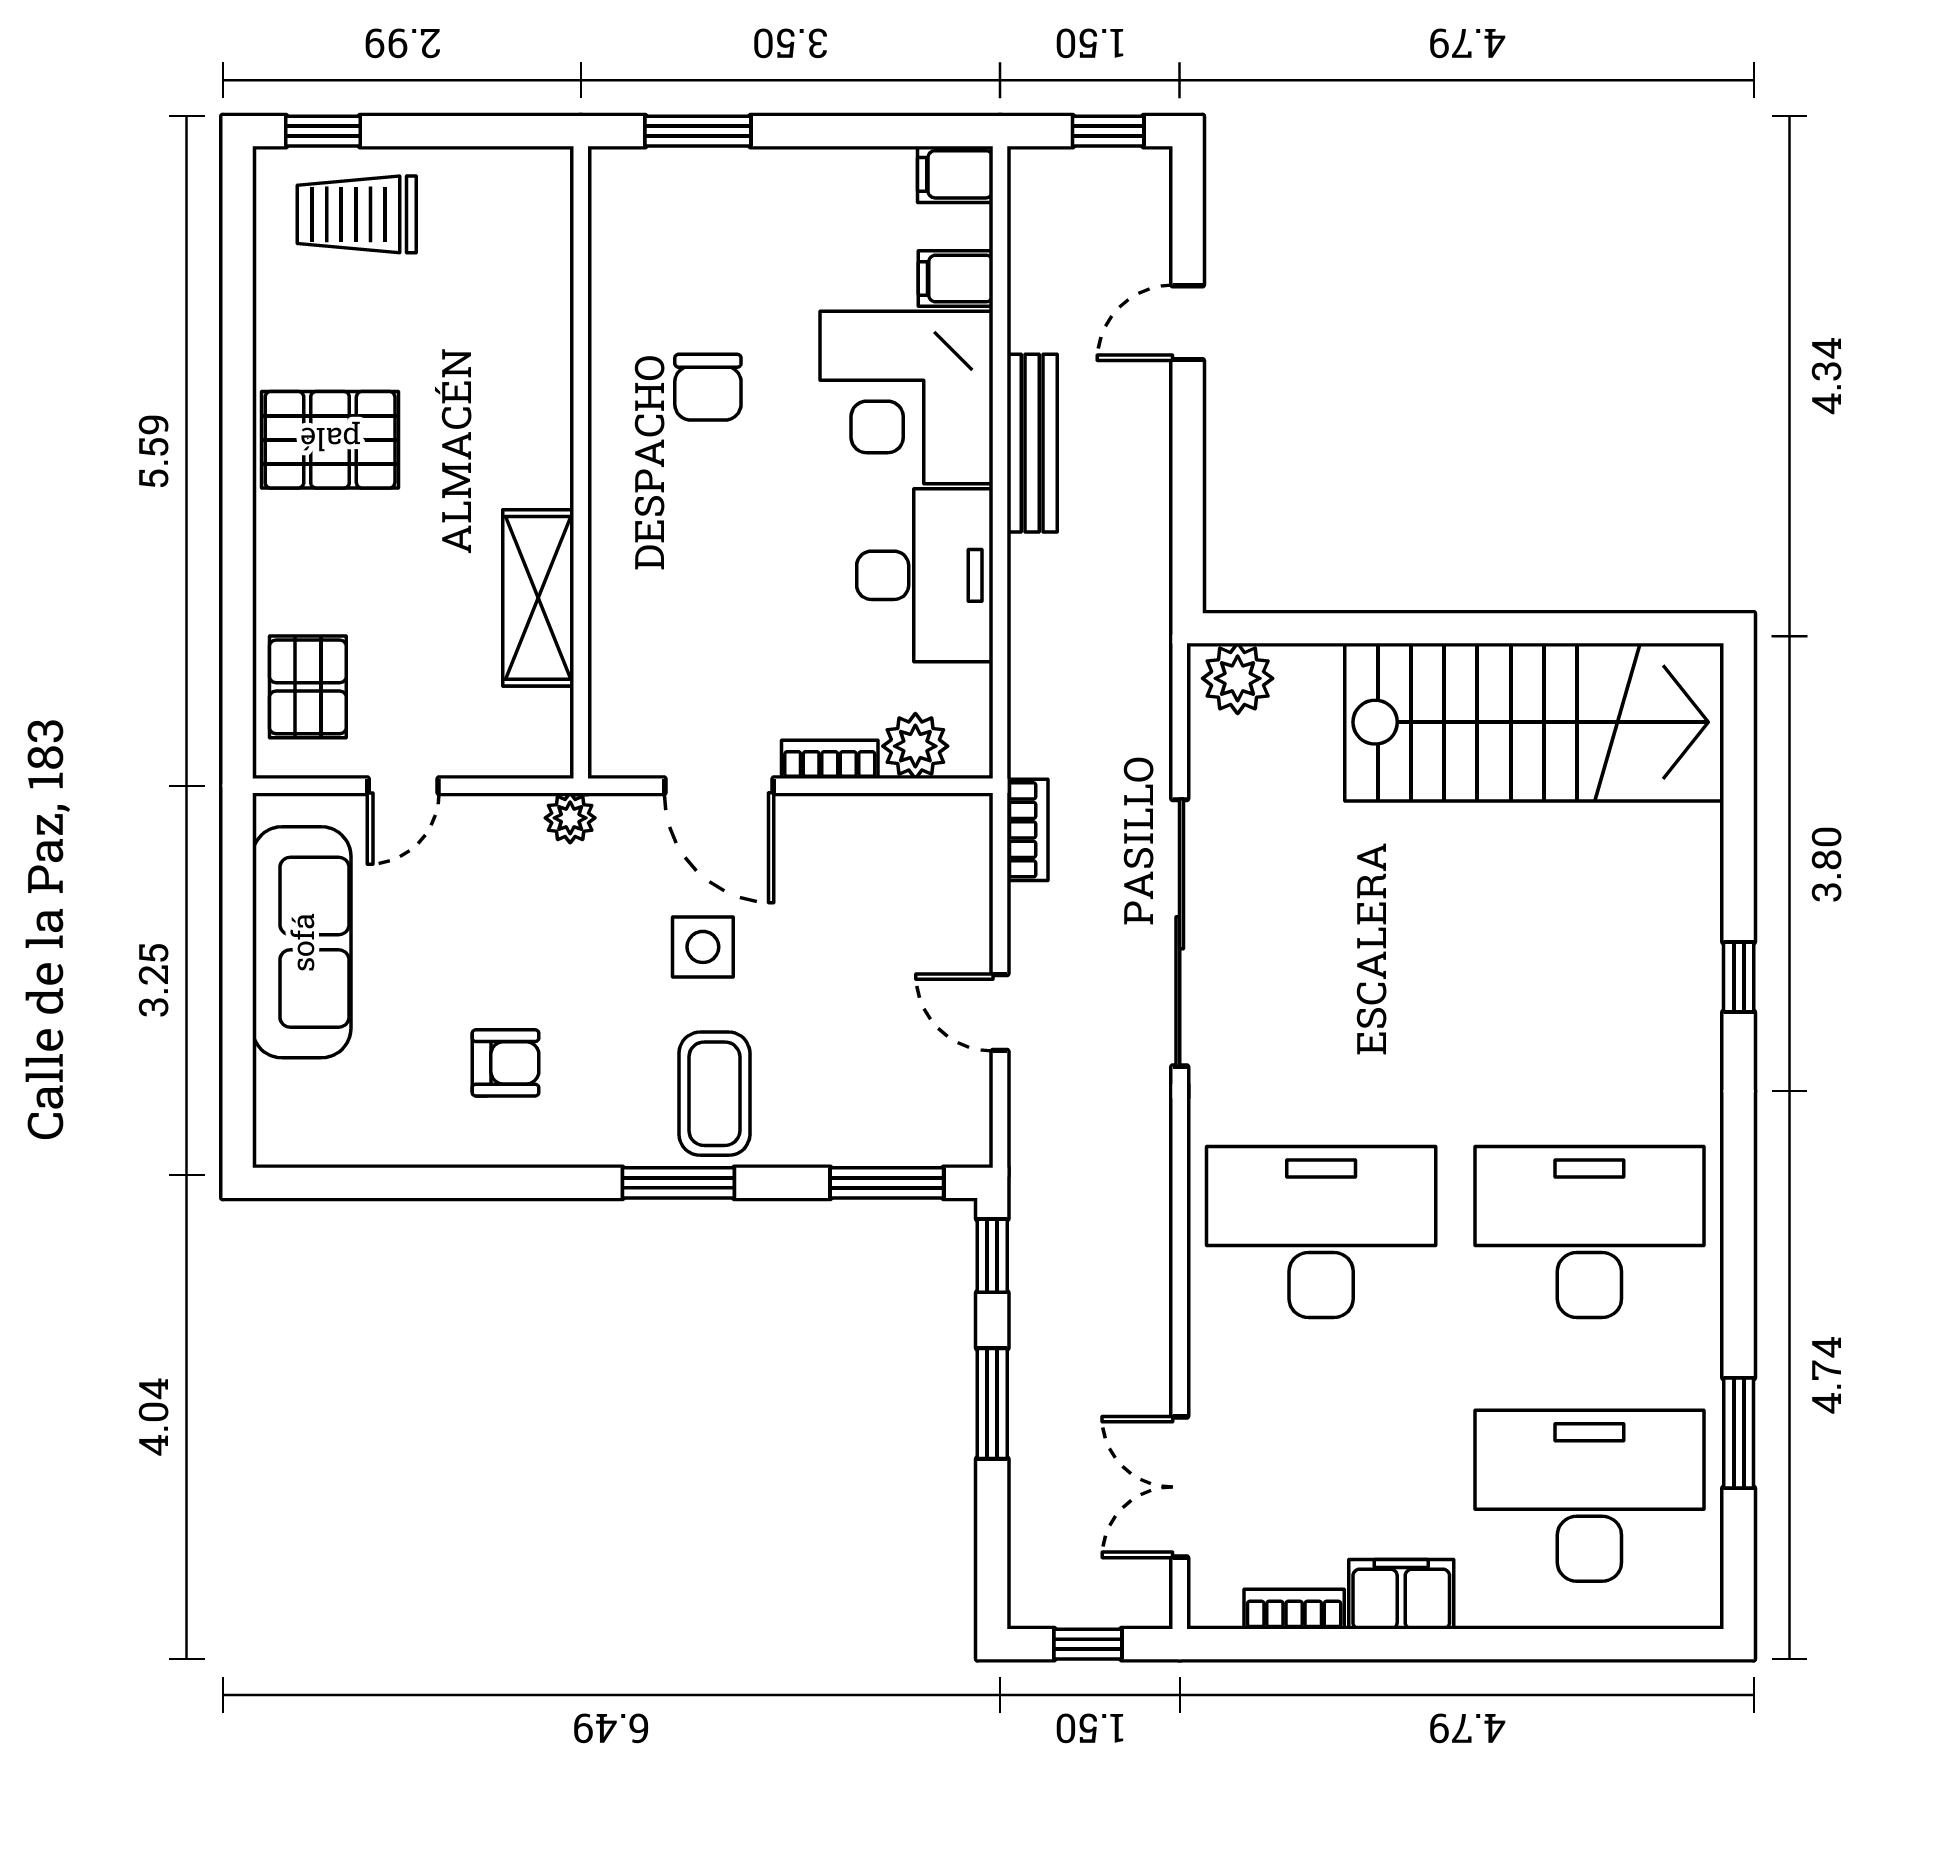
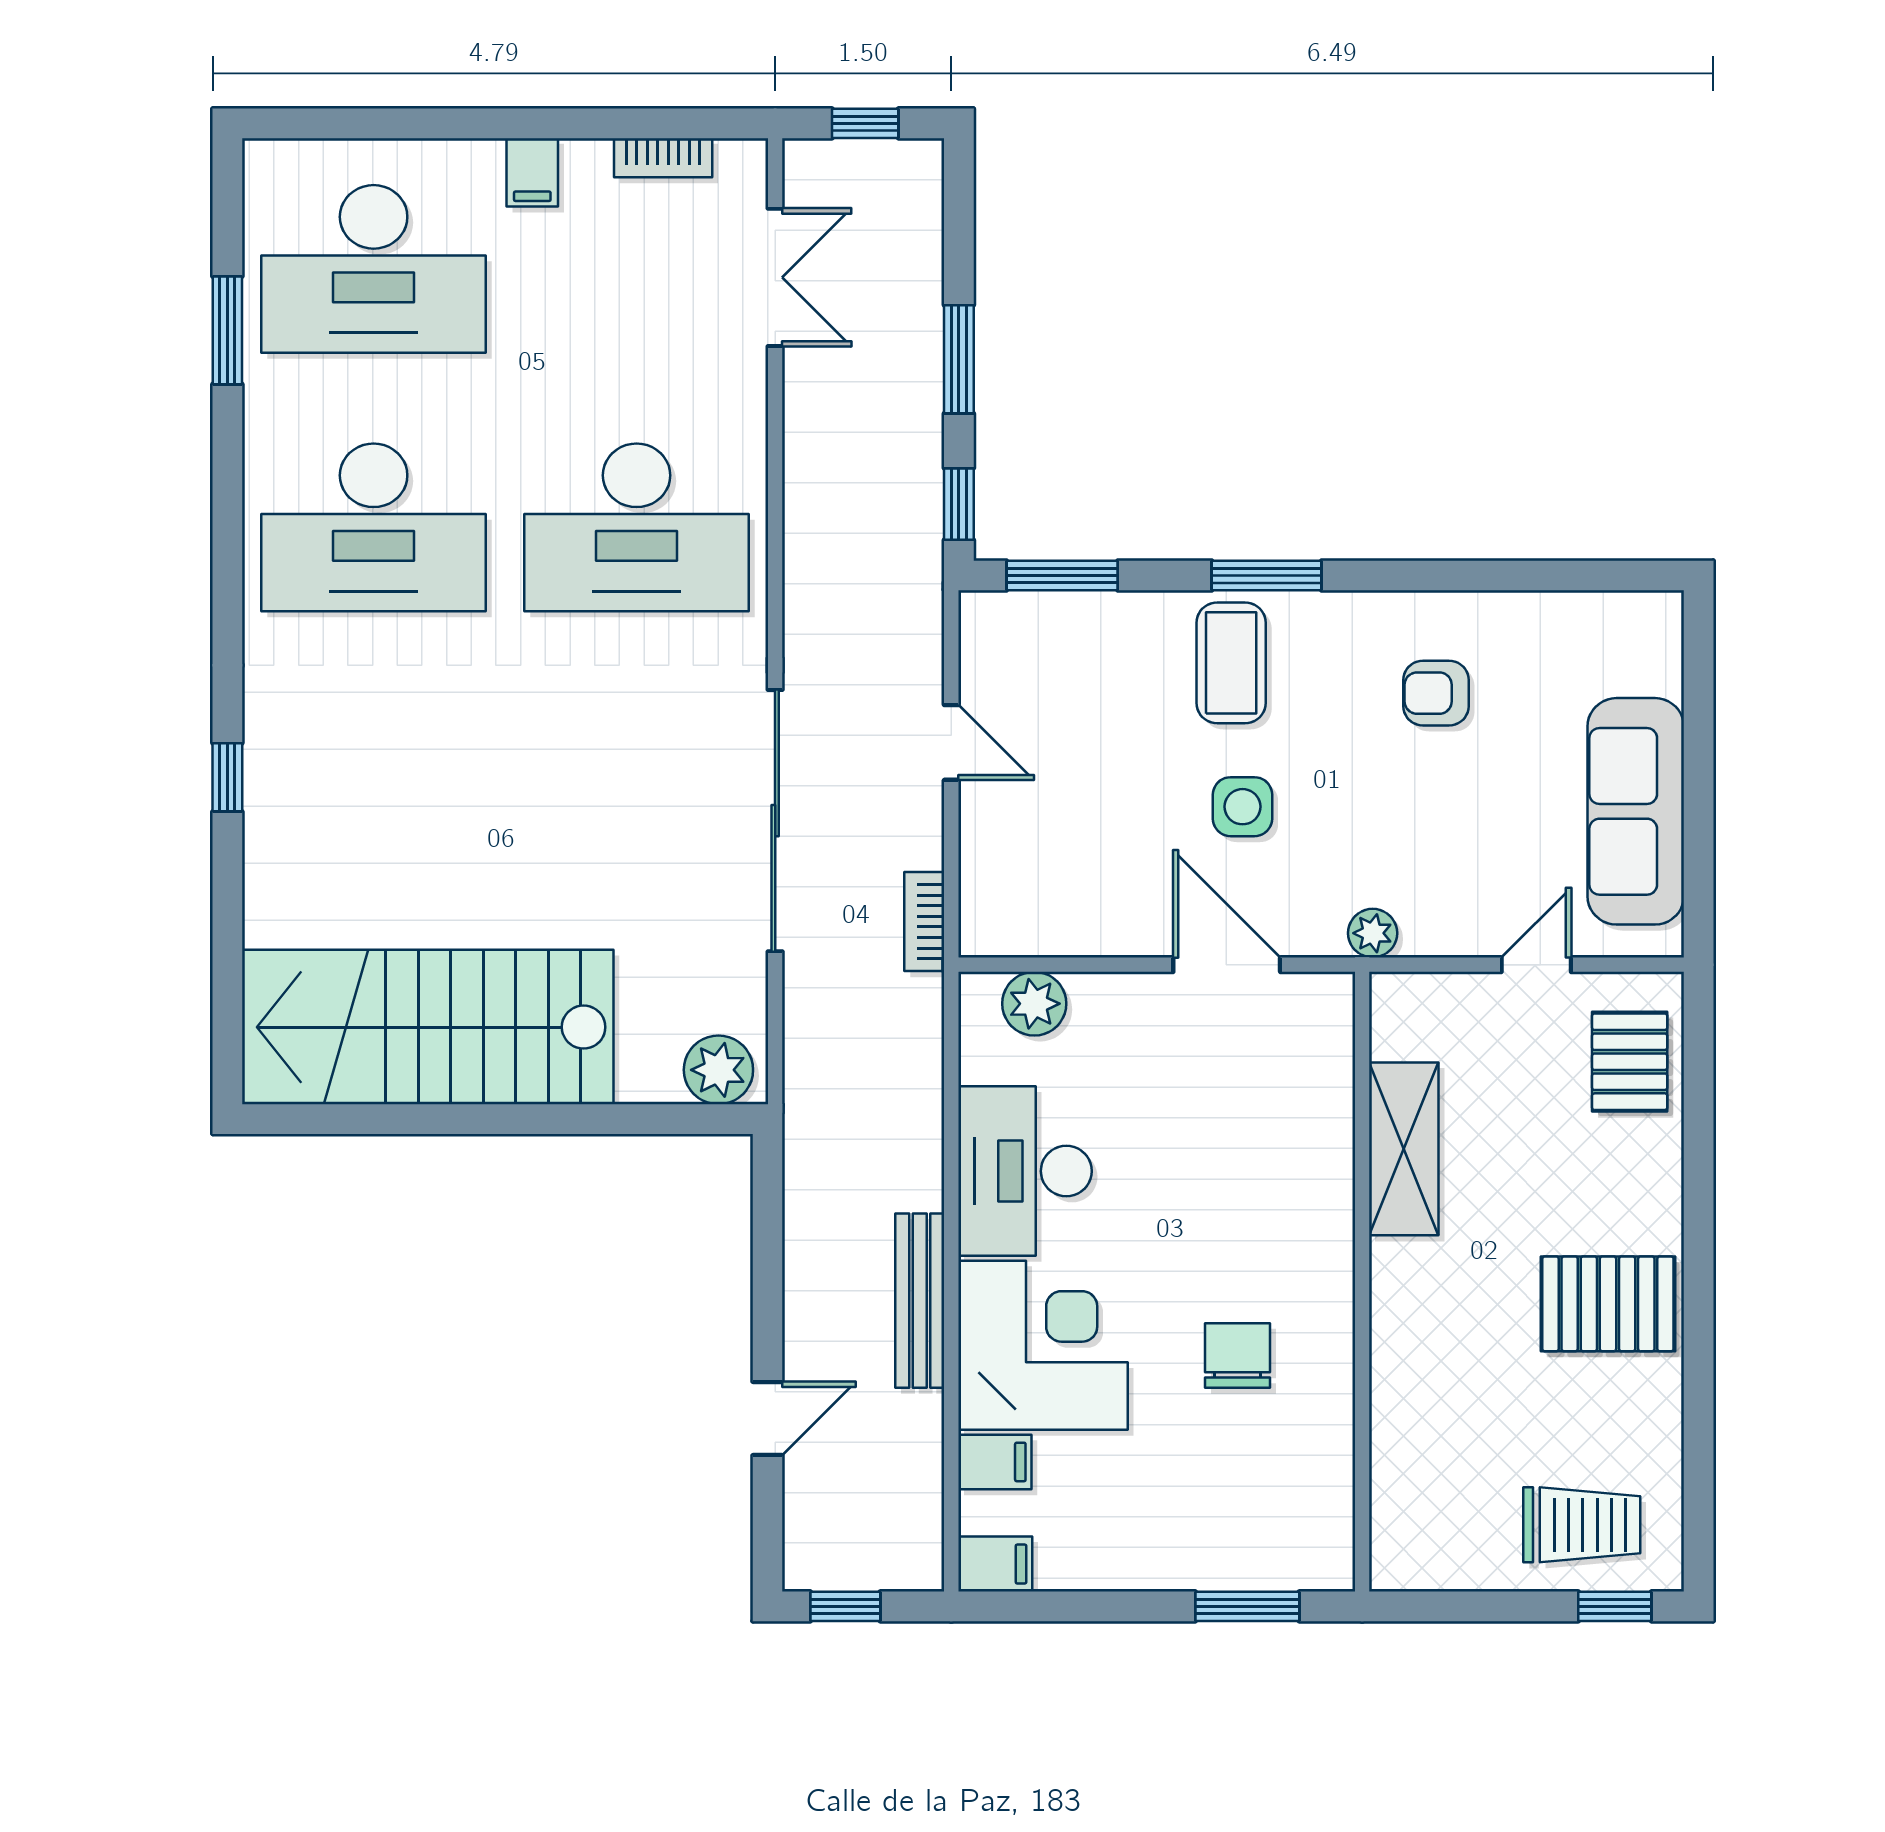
bookcase: (830, 759) -> (1118, 991), removed
filing cabinet: (1401, 1594) -> (532, 172), width x0.50

